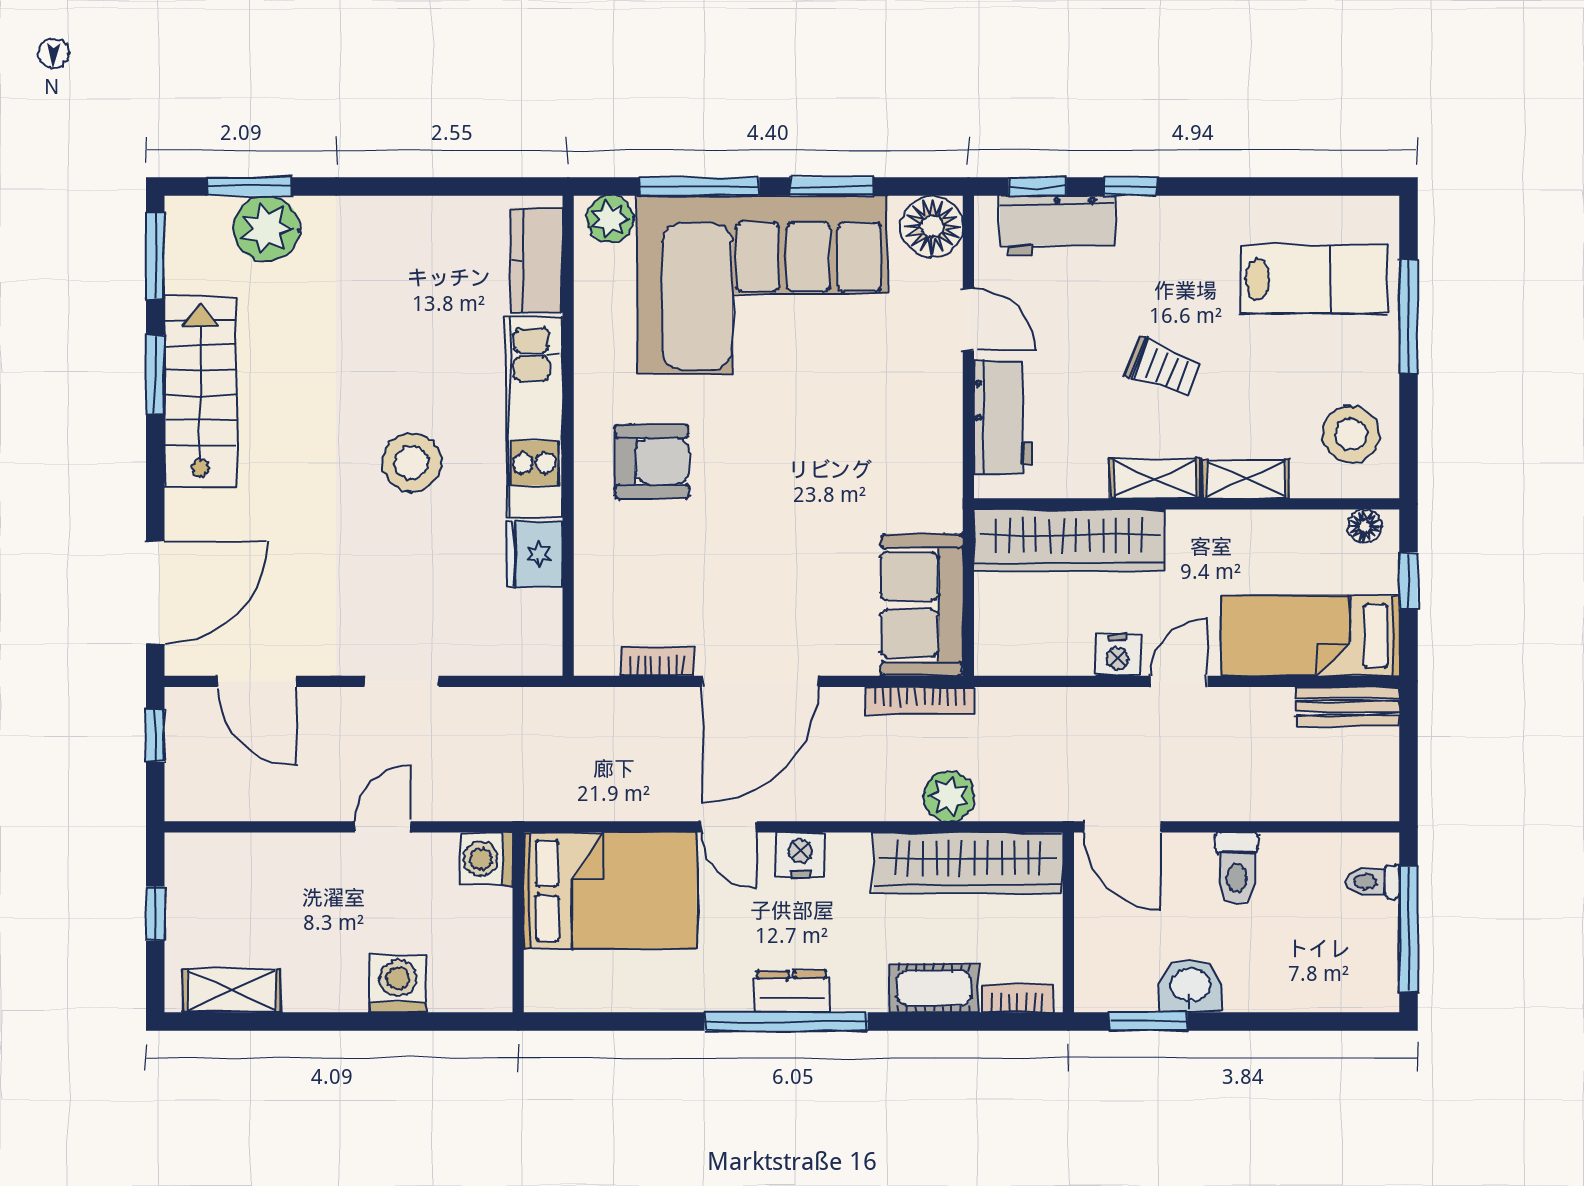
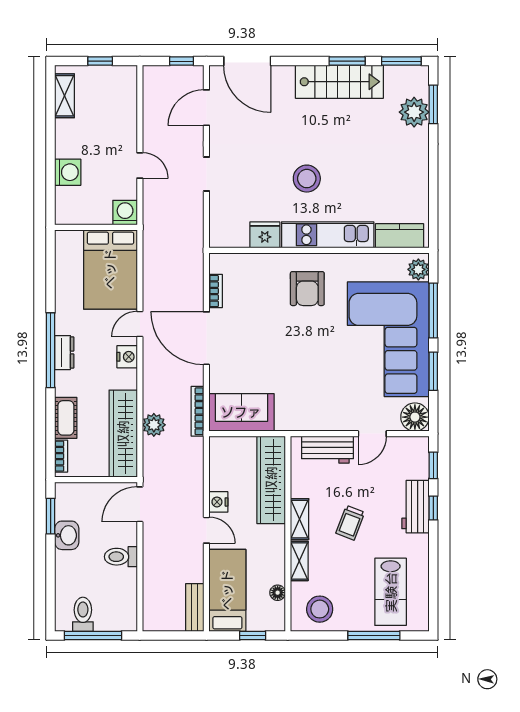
workbench: (1057, 225) -> (415, 507), moved
floor lamp: (1364, 526) -> (278, 593), moved
toilet: (1373, 882) -> (83, 614), moved, width x1.37, depth x1.39

